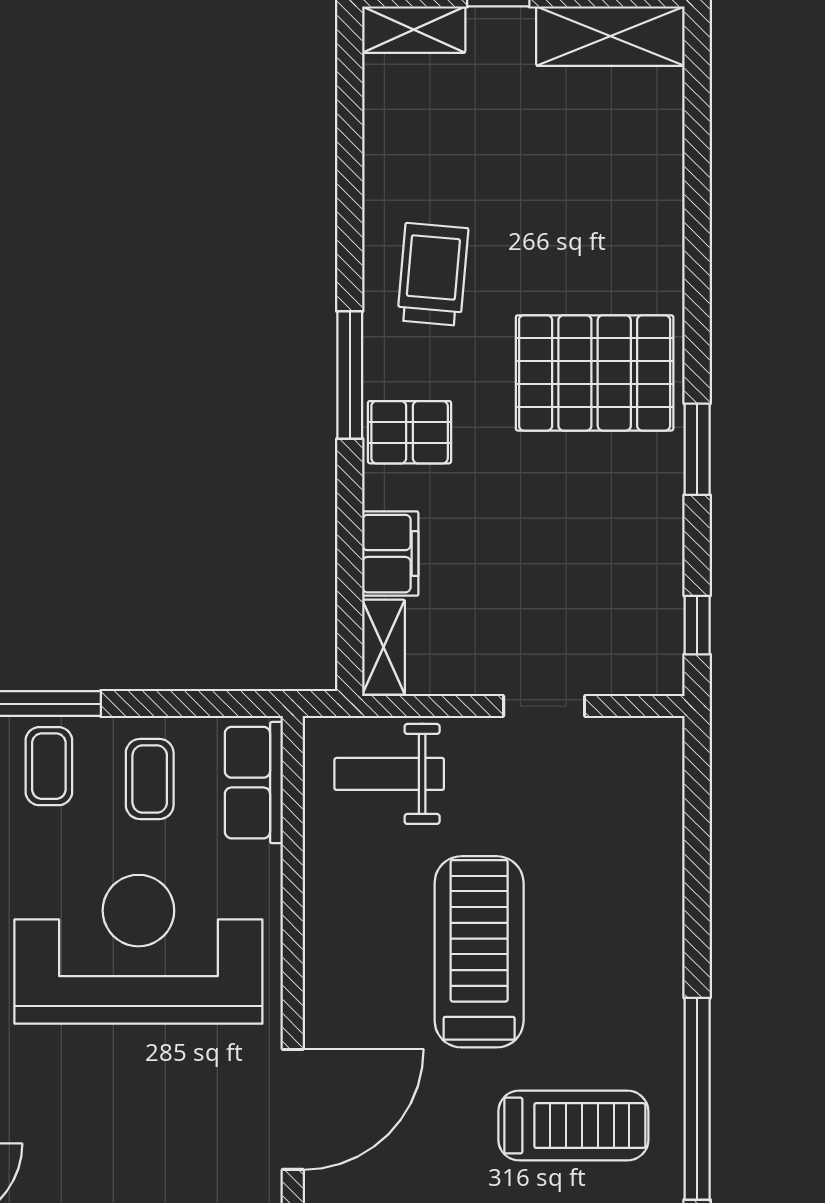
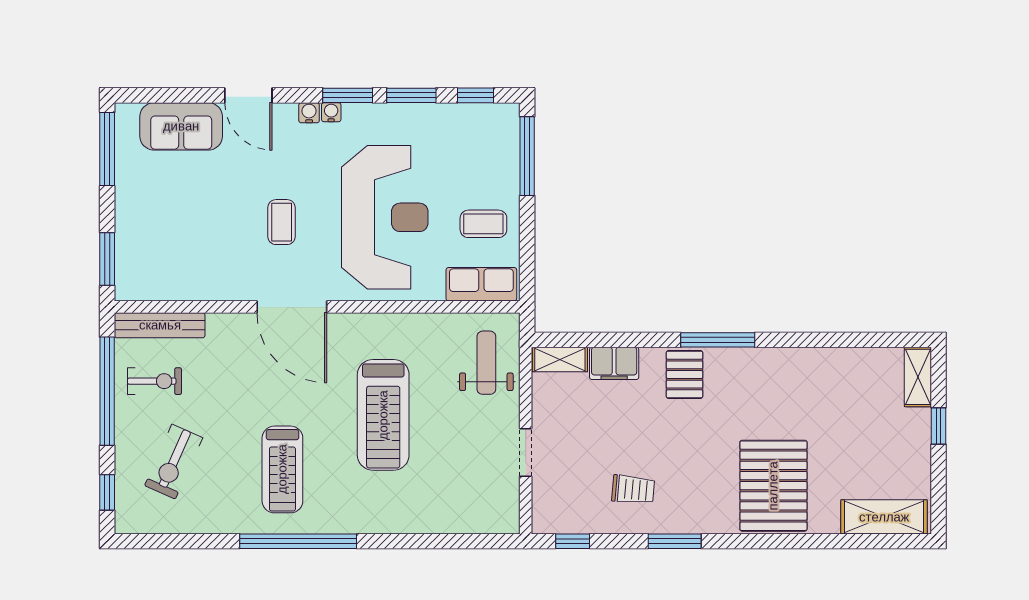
shelving: (610, 36) -> (884, 517), moved, turned 90
trolley: (433, 274) -> (633, 489), moved, width x0.73, depth x0.72
pallet: (595, 373) -> (773, 486), moved
coffee table: (49, 766) -> (282, 222), moved, turned 90
treadmill: (479, 952) -> (383, 415), turned 90

